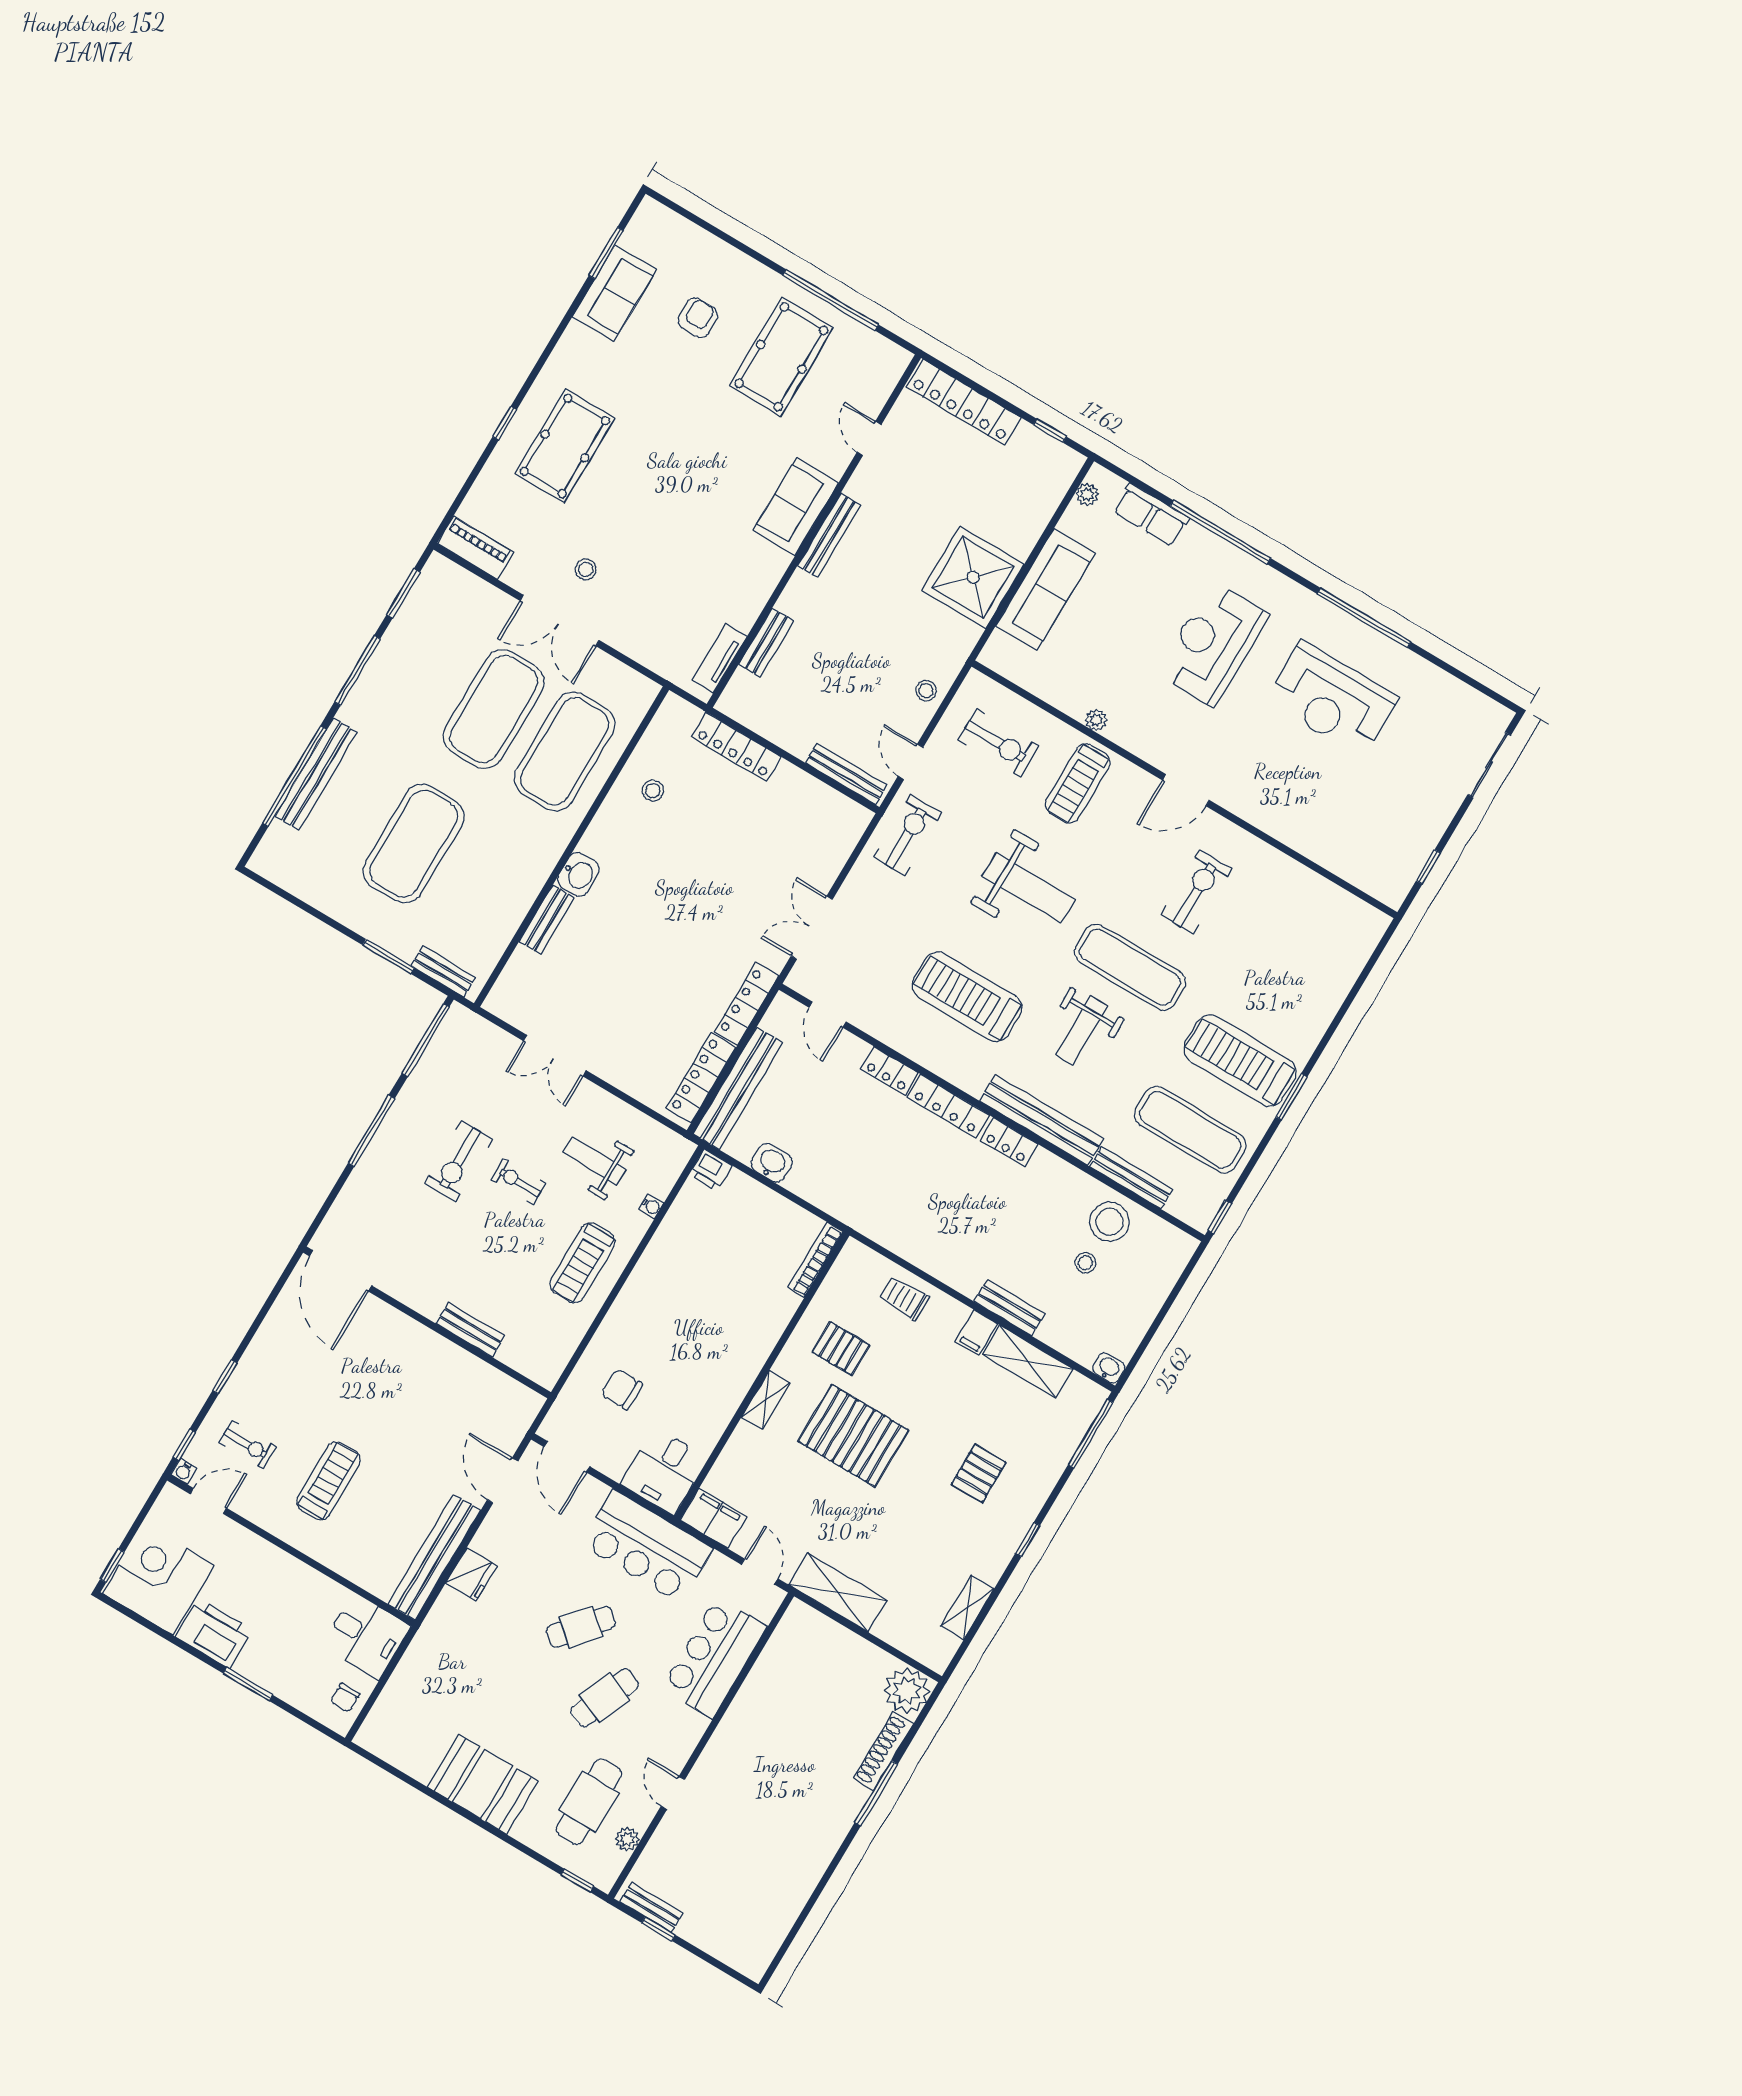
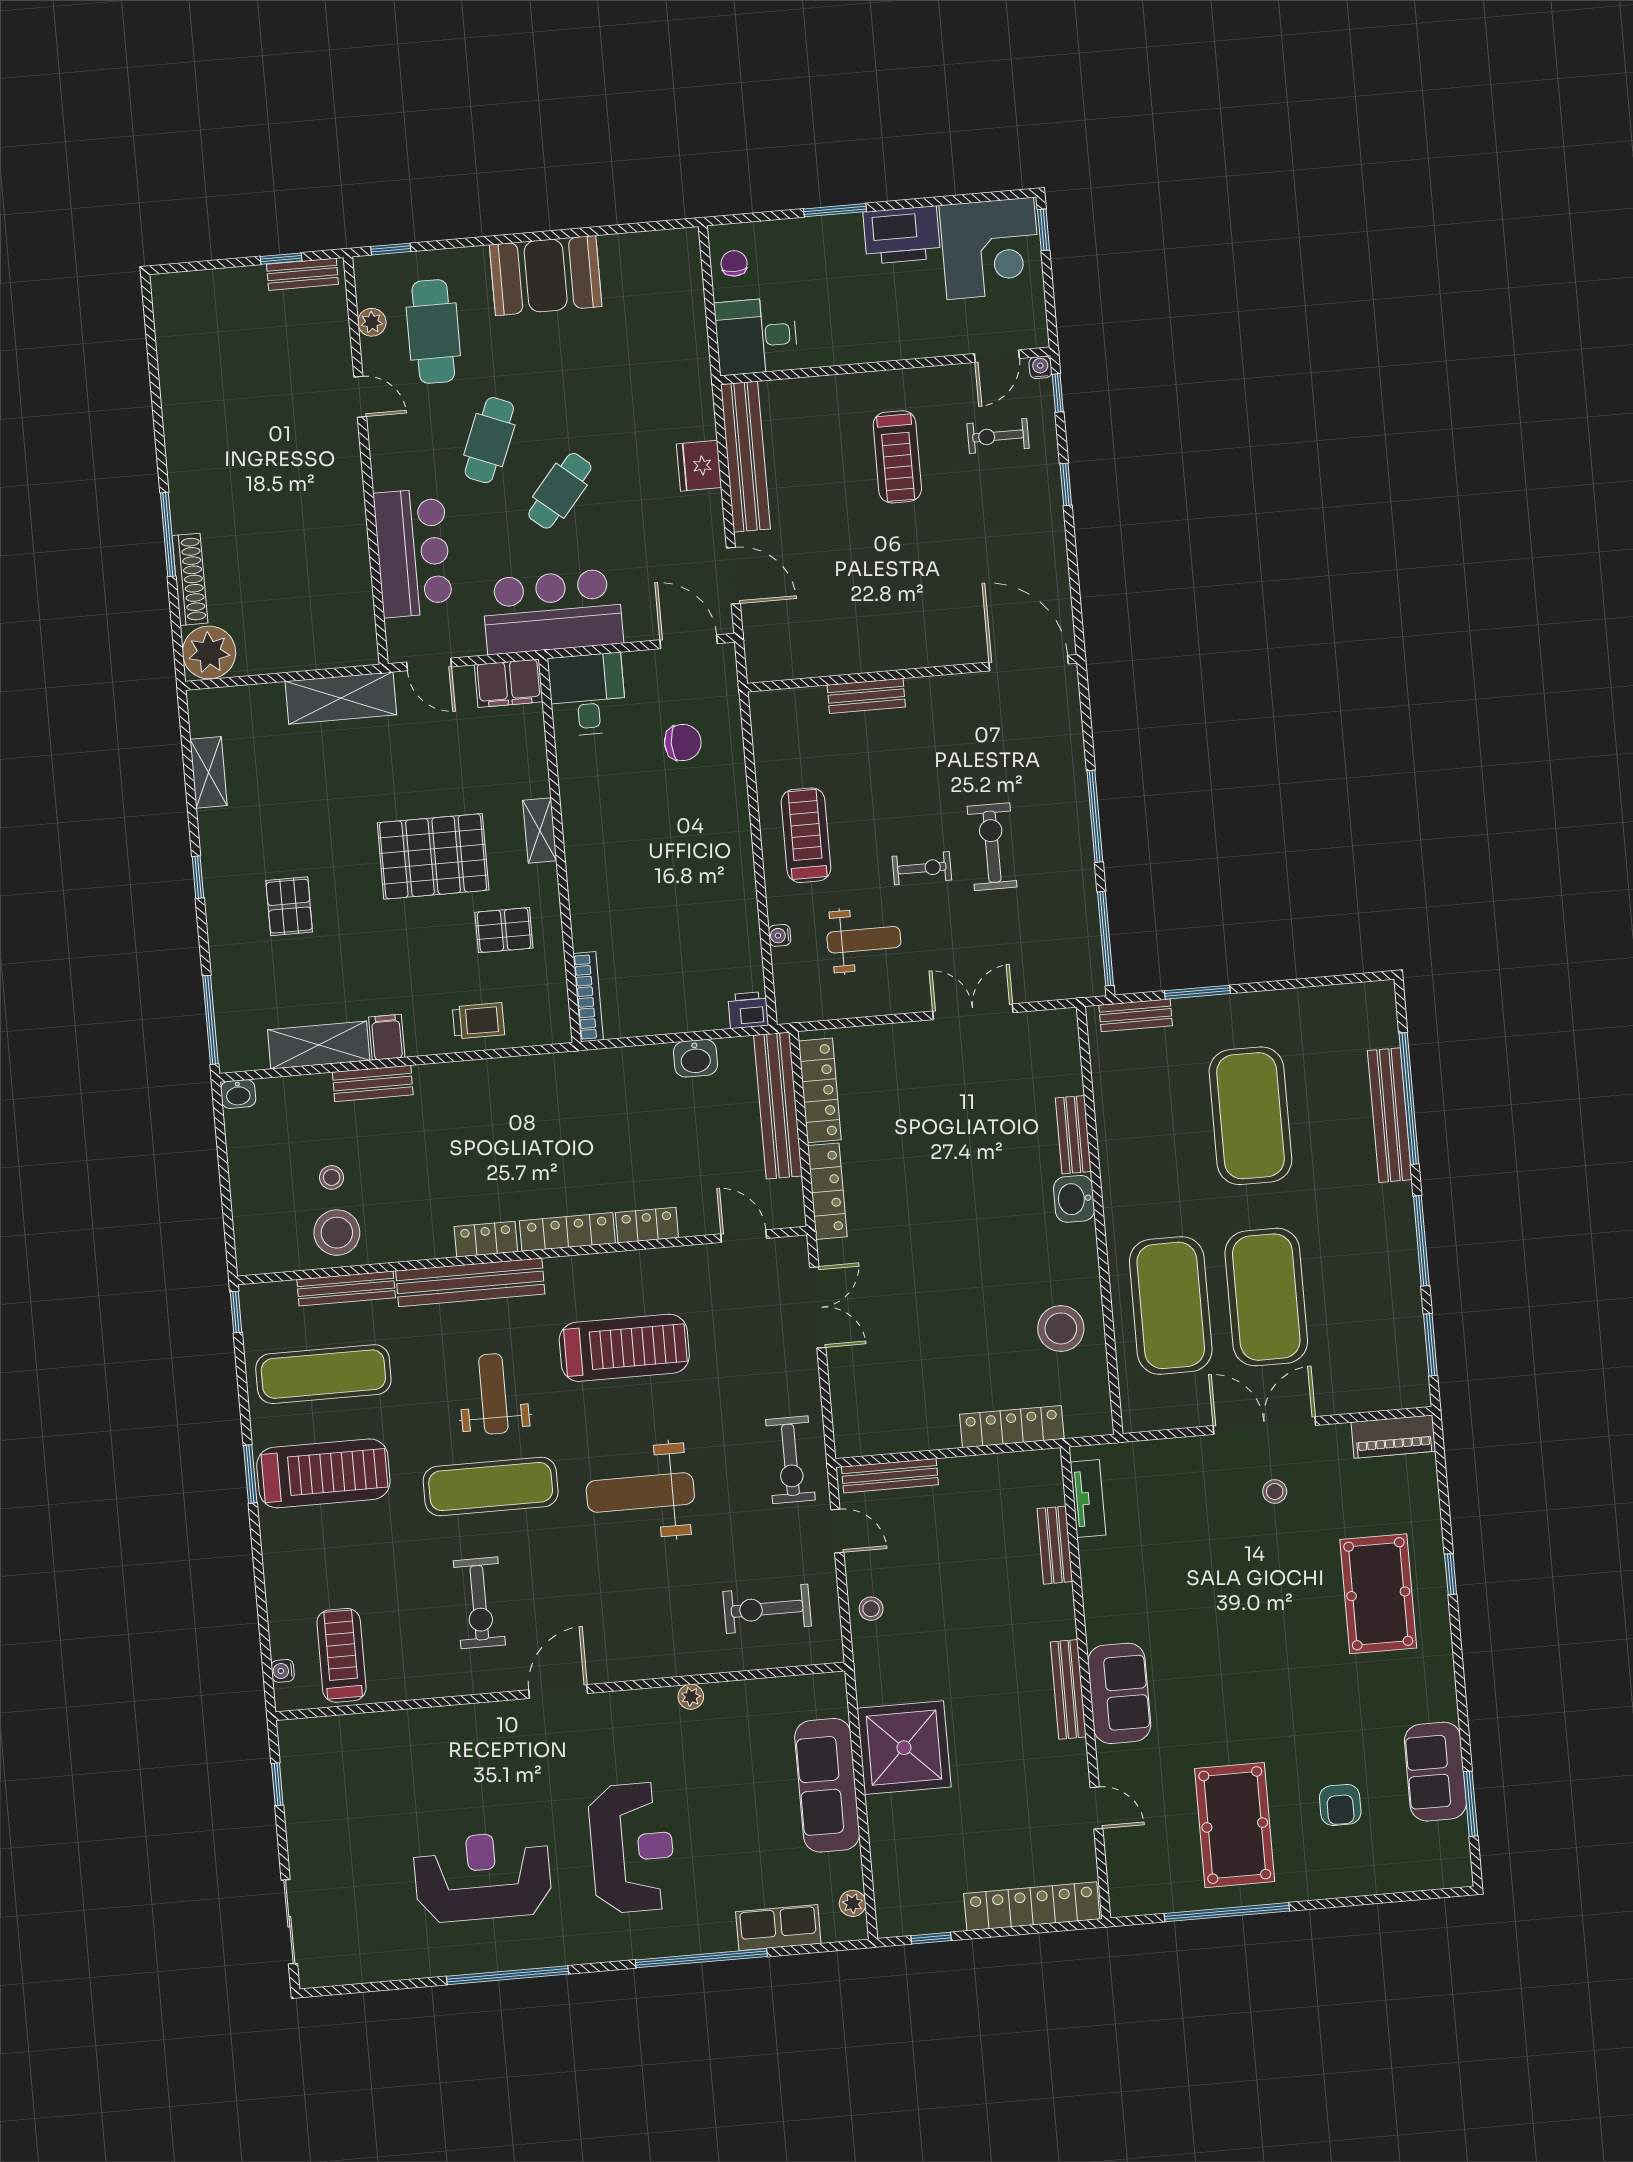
treadmill: (1078, 783) -> (341, 1655), moved
stool: (653, 791) -> (1061, 1328), width x1.89, depth x1.89
water cooler: (1368, 943) -> (283, 1671), added

